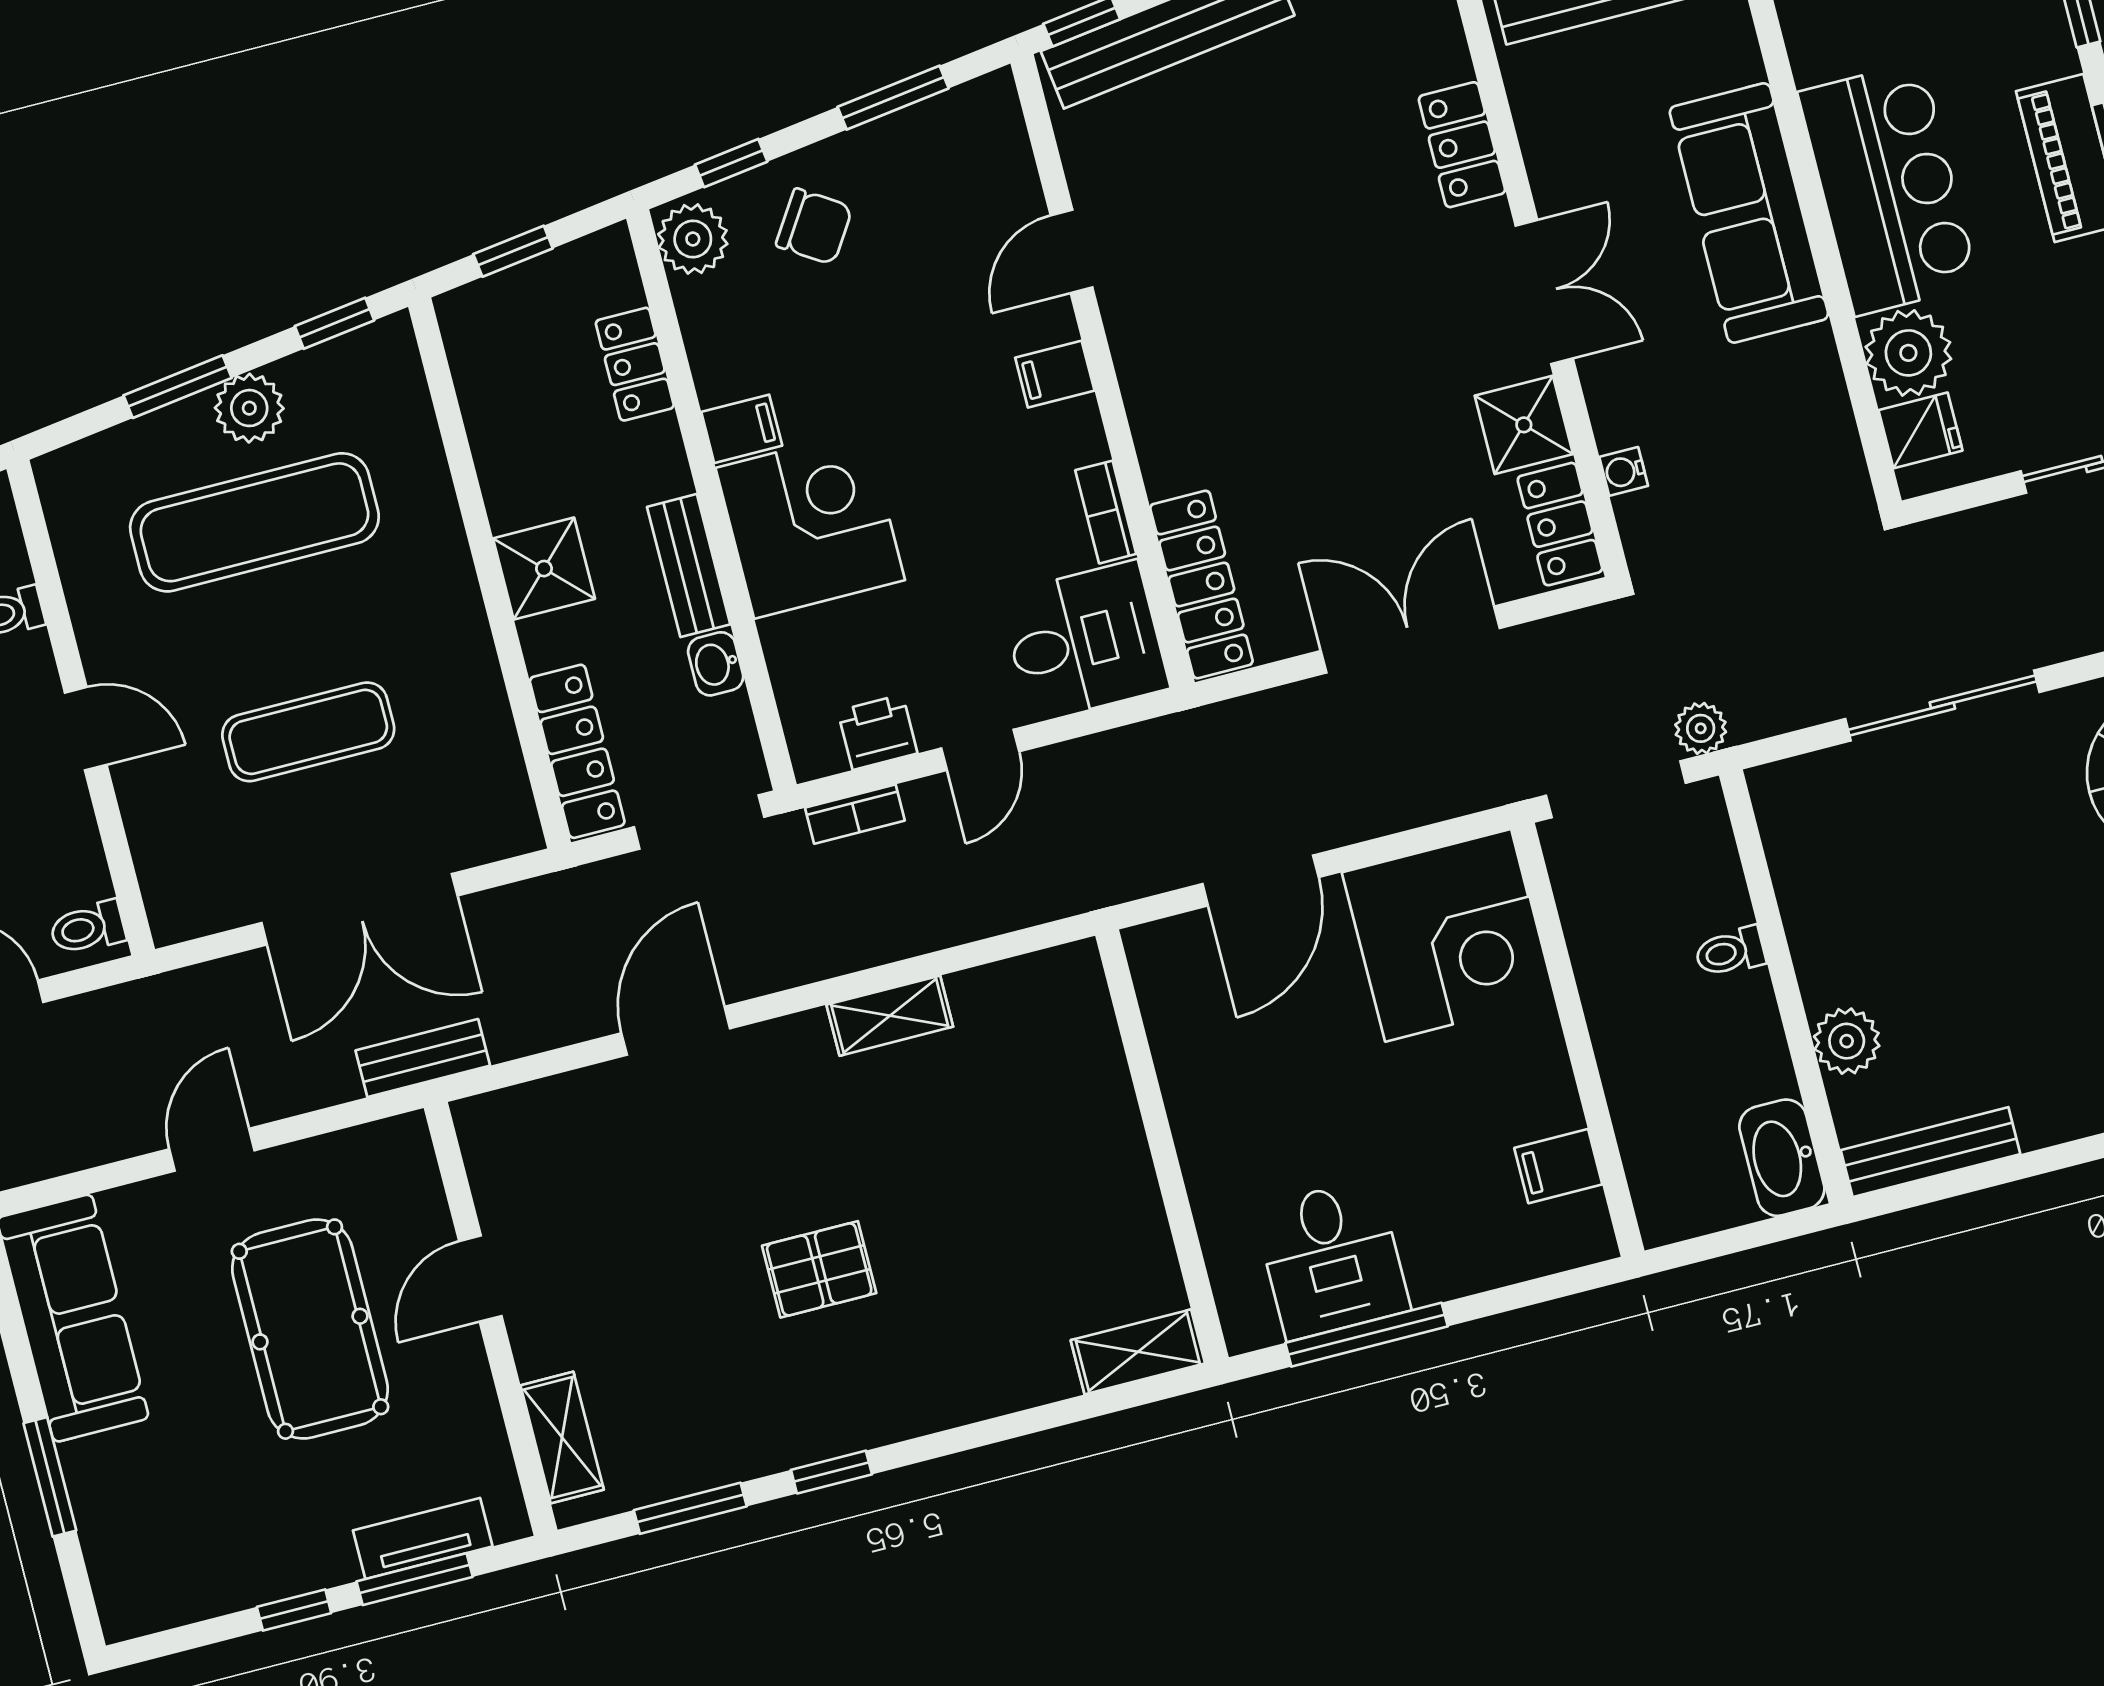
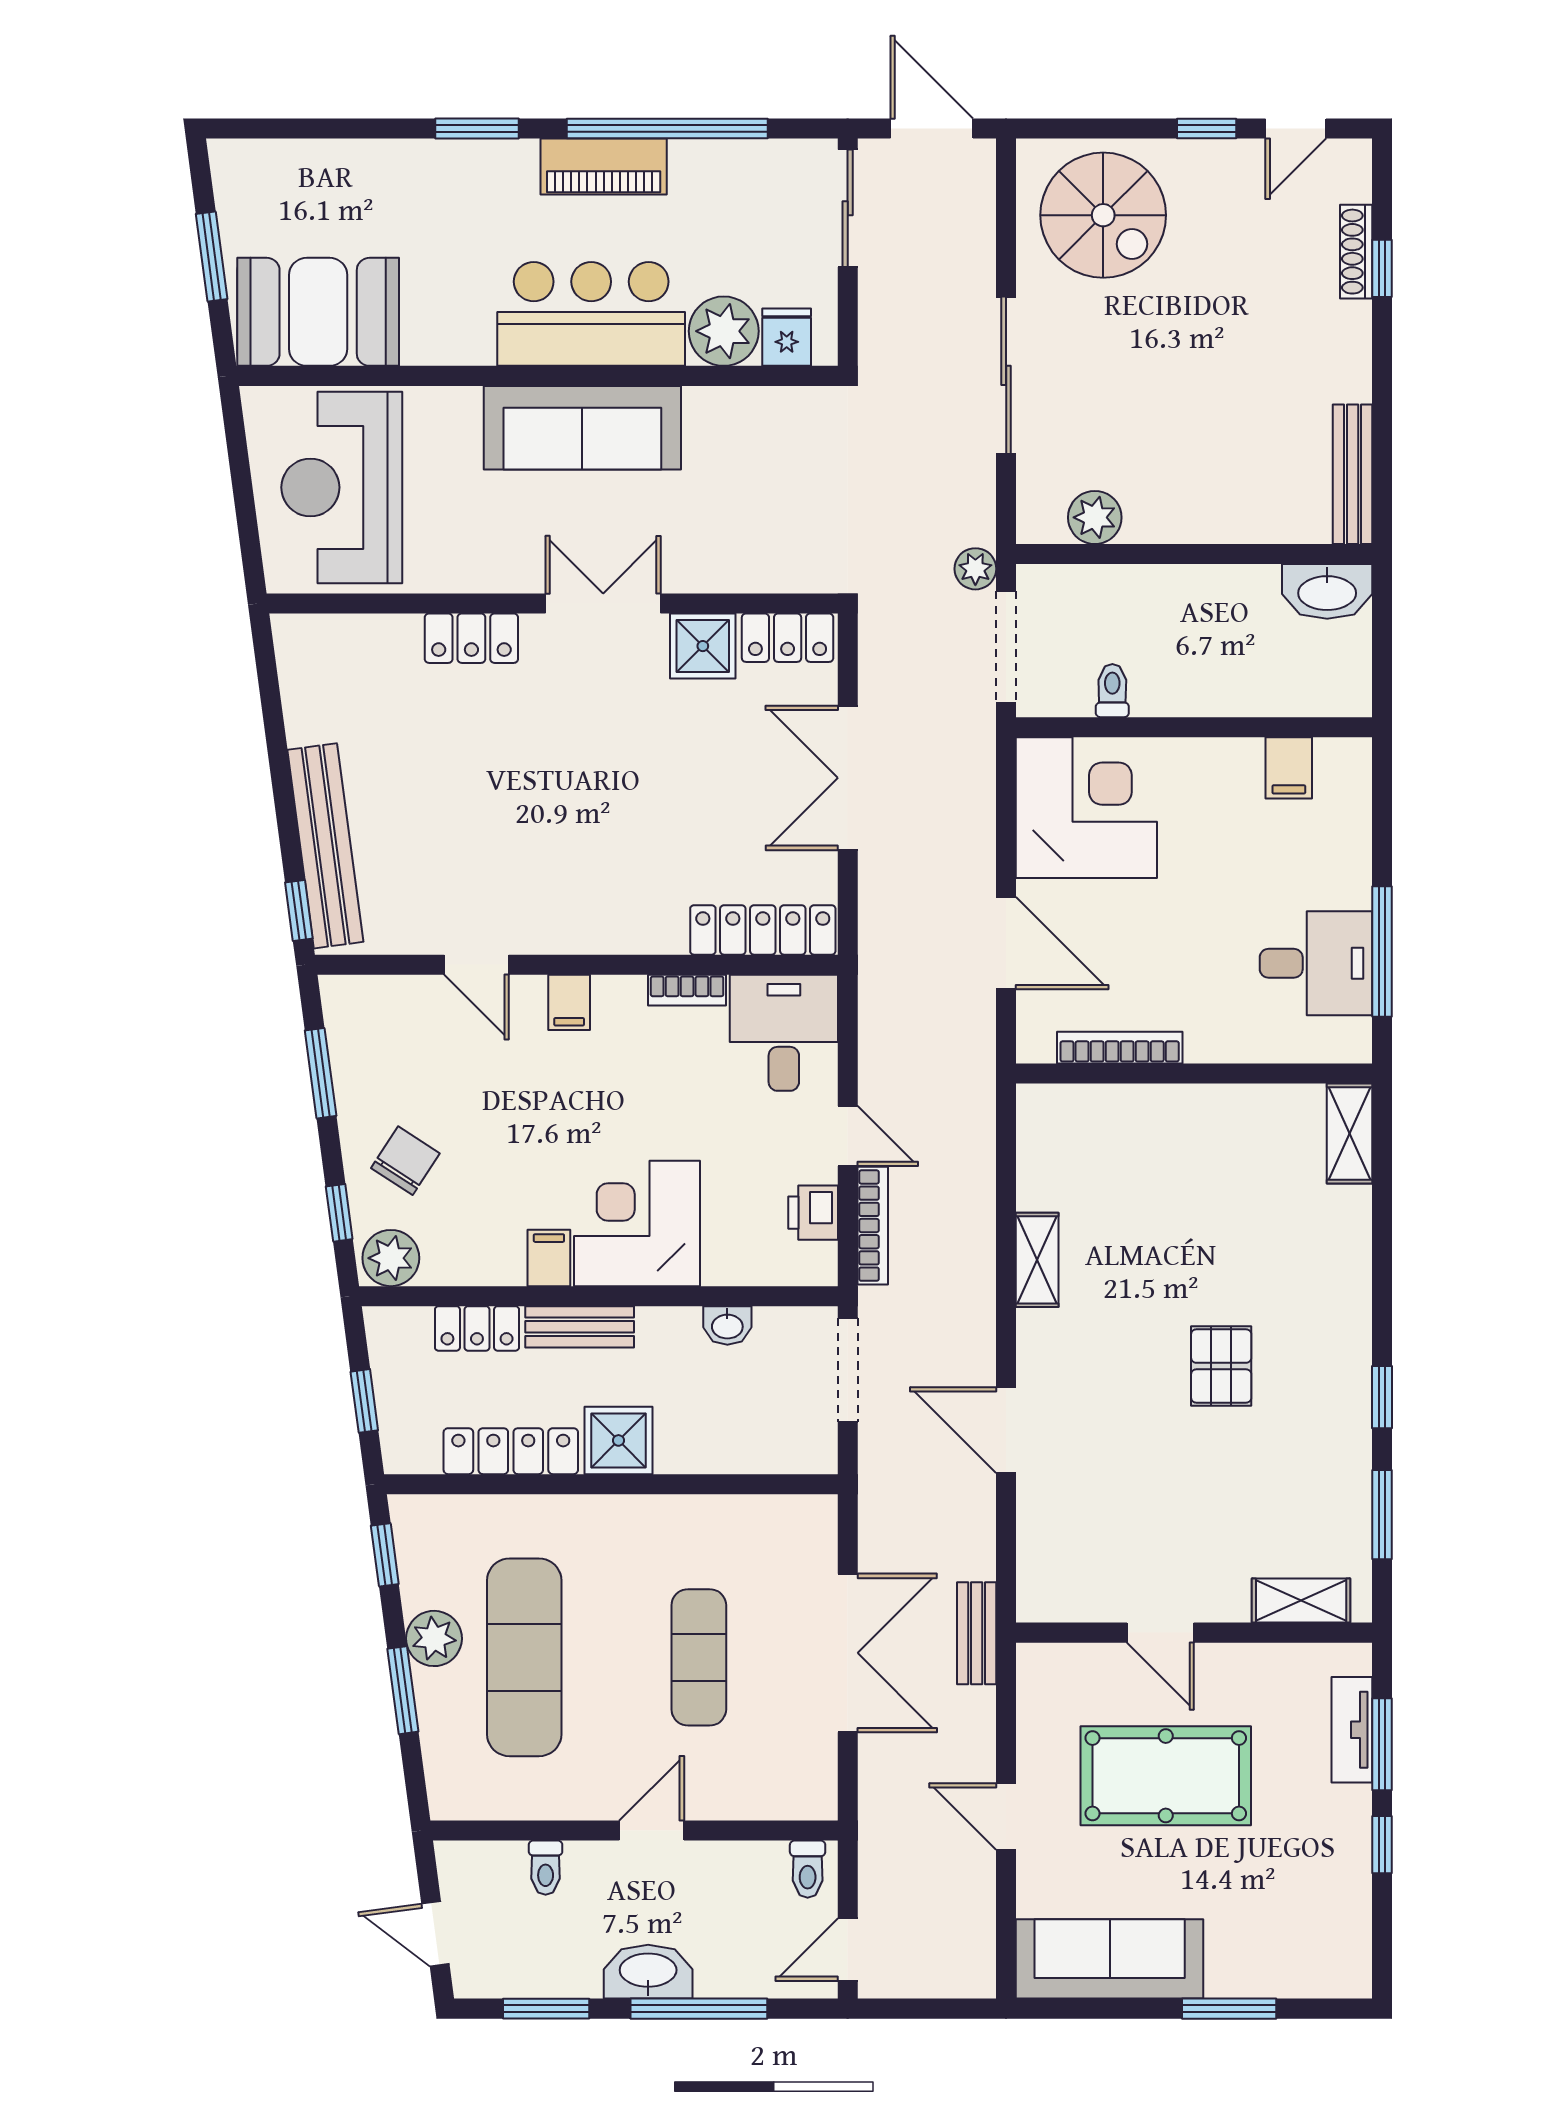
water cooler: (1624, 471) -> (759, 577), removed
bench: (689, 566) -> (580, 1327), moved
locker: (577, 751) -> (511, 1451), moved
bookcase: (855, 814) -> (873, 1226), width x1.56
toilet: (1730, 952) -> (1112, 691), moved, turned 180
plant: (1847, 1041) -> (1095, 517), moved
bookcase: (1170, 1049) -> (1120, 1048), added

